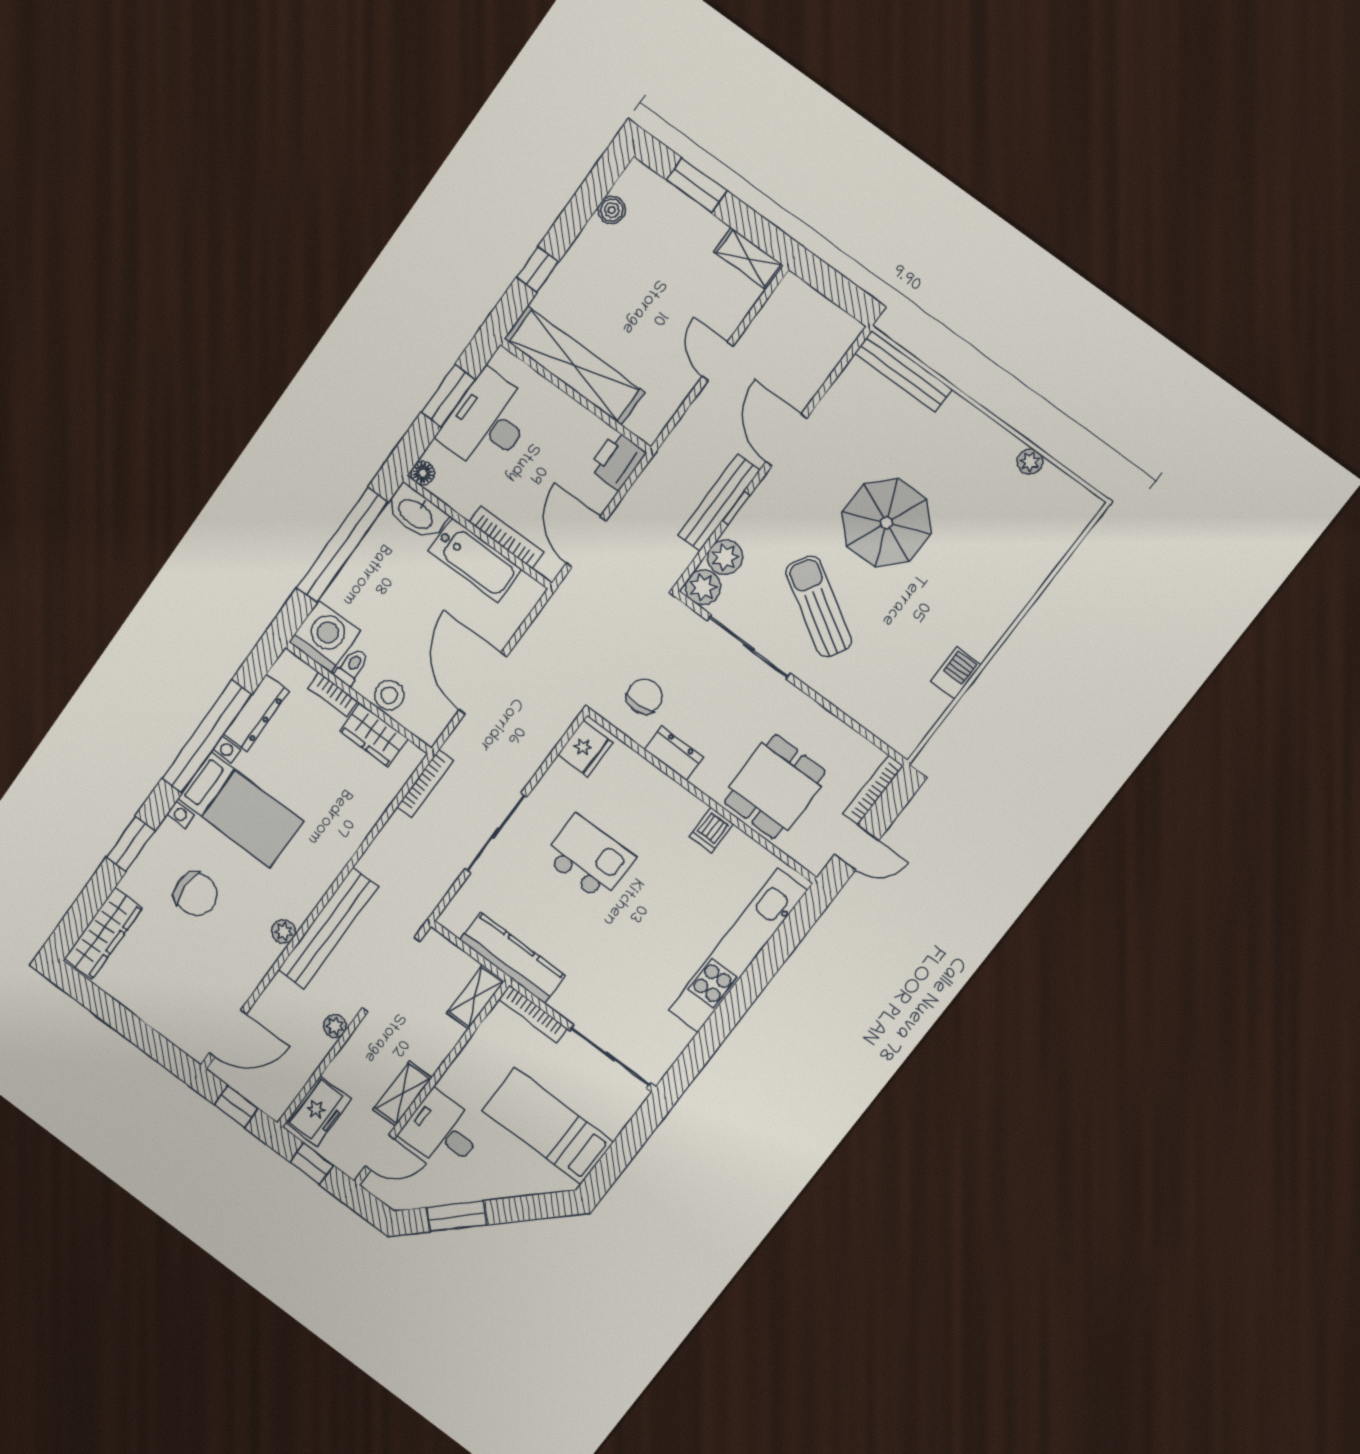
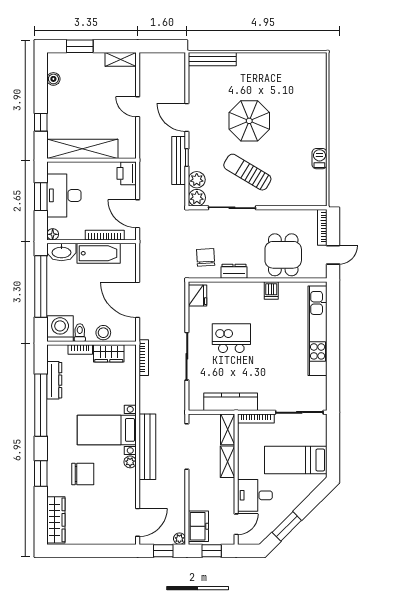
plant: (1030, 462) -> (286, 58), removed
bed with nightstands: (240, 810) -> (107, 430), moved, turned 180
plant: (335, 1026) -> (179, 539), moved
shelving: (403, 1094) -> (227, 462), moved

